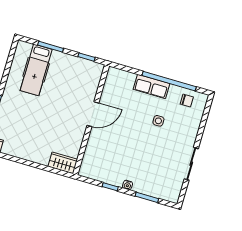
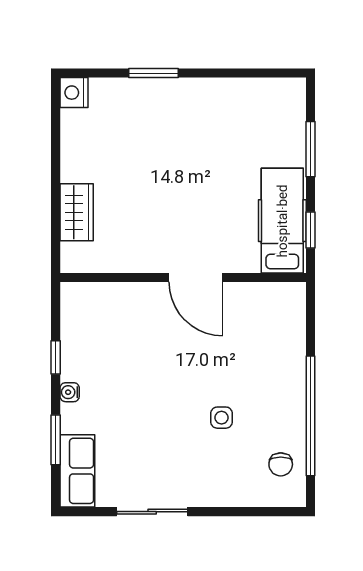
hospital bed: (36, 70) -> (282, 221), moved, turned 90
row of seats: (151, 86) -> (77, 471), moved, turned 180
wardrobe: (63, 163) -> (77, 212), moved

